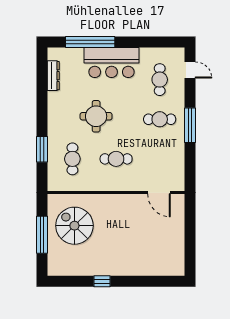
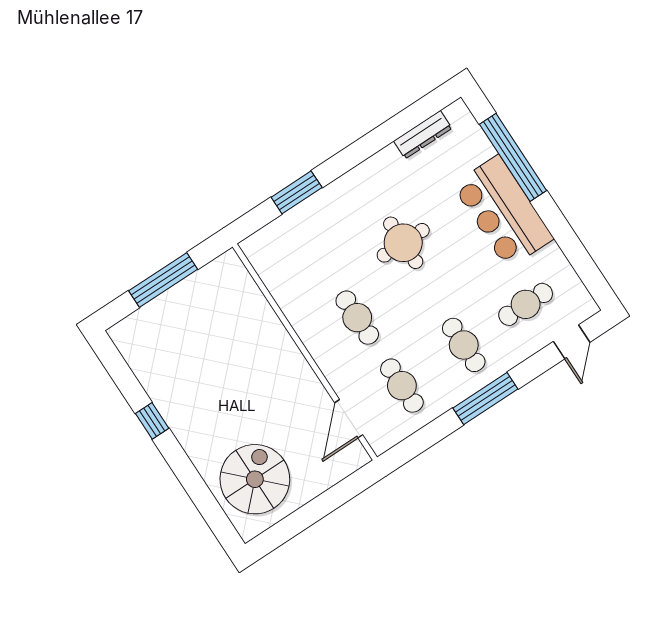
cafe table: (72, 159) -> (402, 386), moved, turned 90
spiral stairs: (74, 226) -> (255, 479), moved

